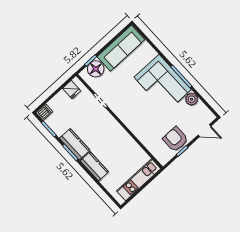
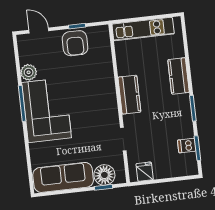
dishwasher: (44, 112) -> (187, 146), moved
kitchen counter: (75, 144) -> (129, 95), moved, turned 180

